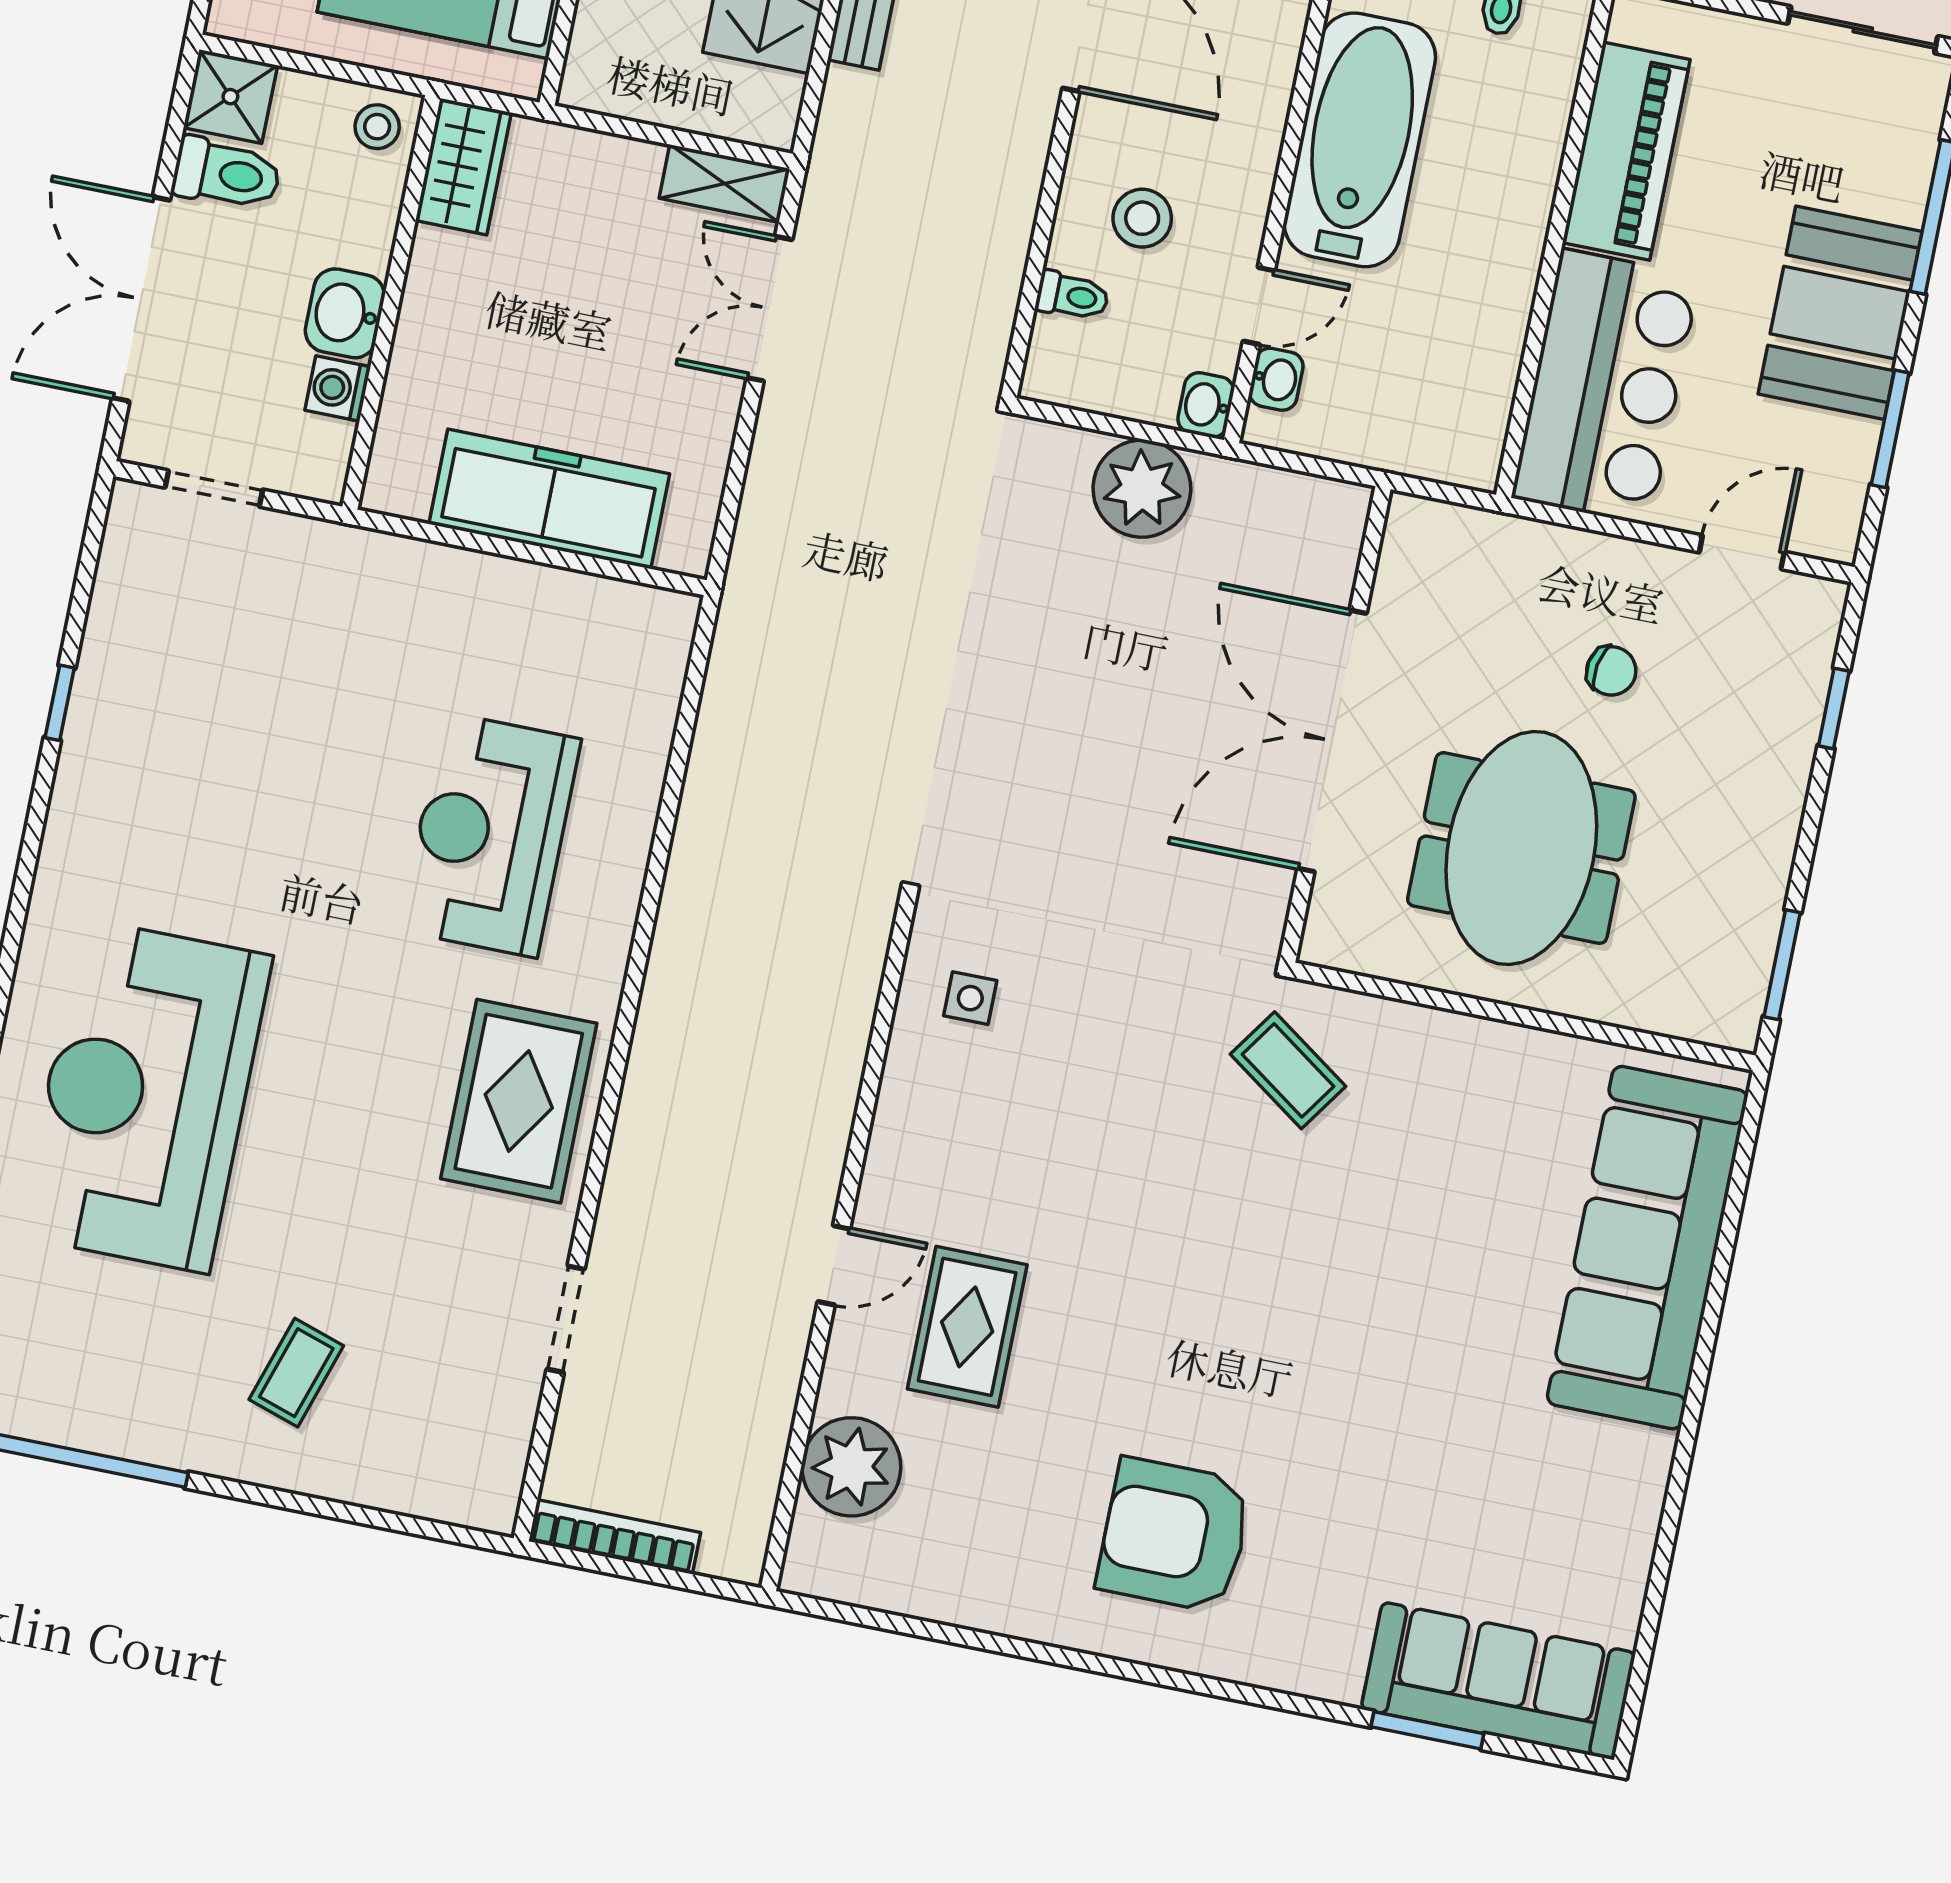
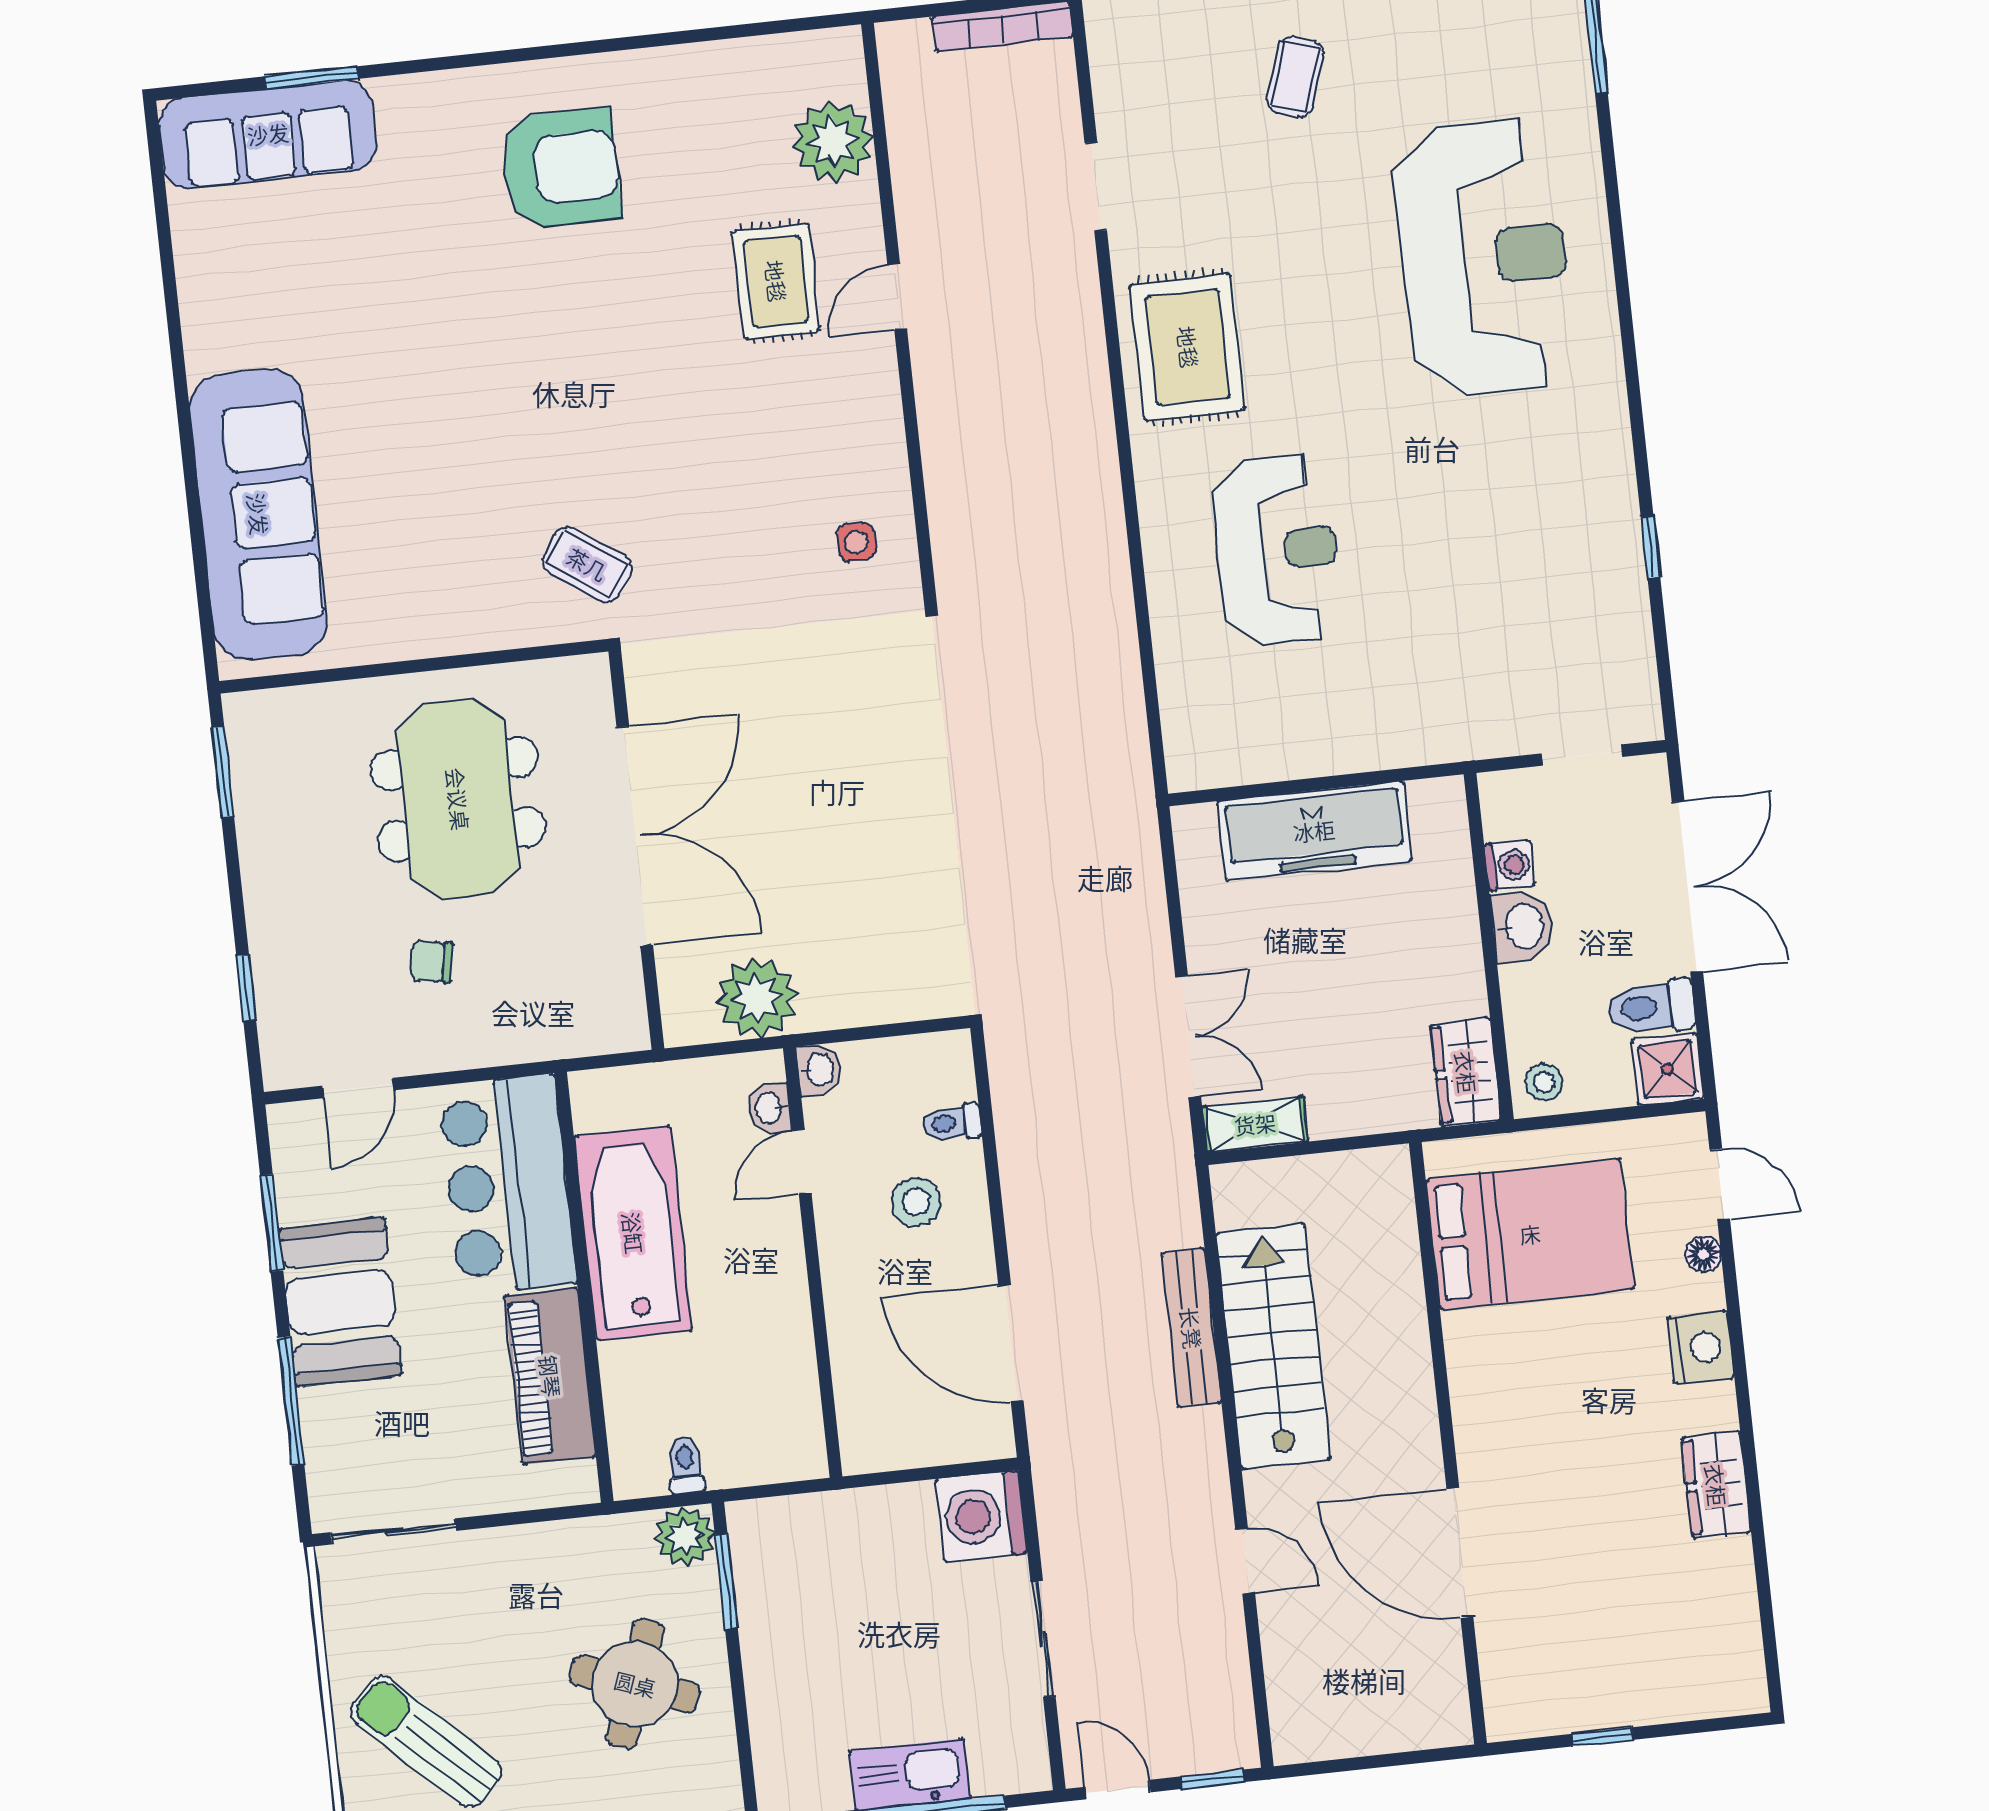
bathtub: (1360, 140) -> (633, 1233), moved, turned 180
plant: (1142, 489) -> (757, 998), moved

